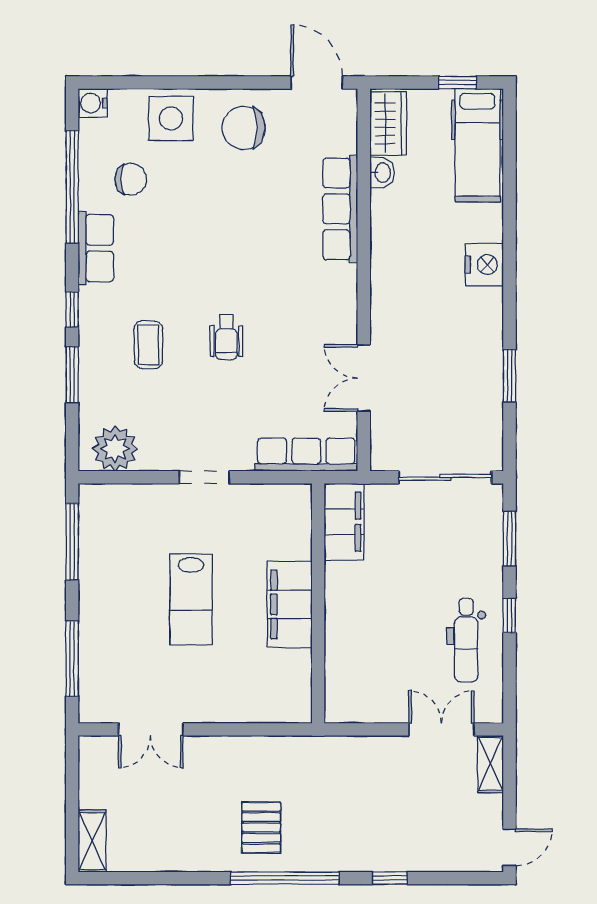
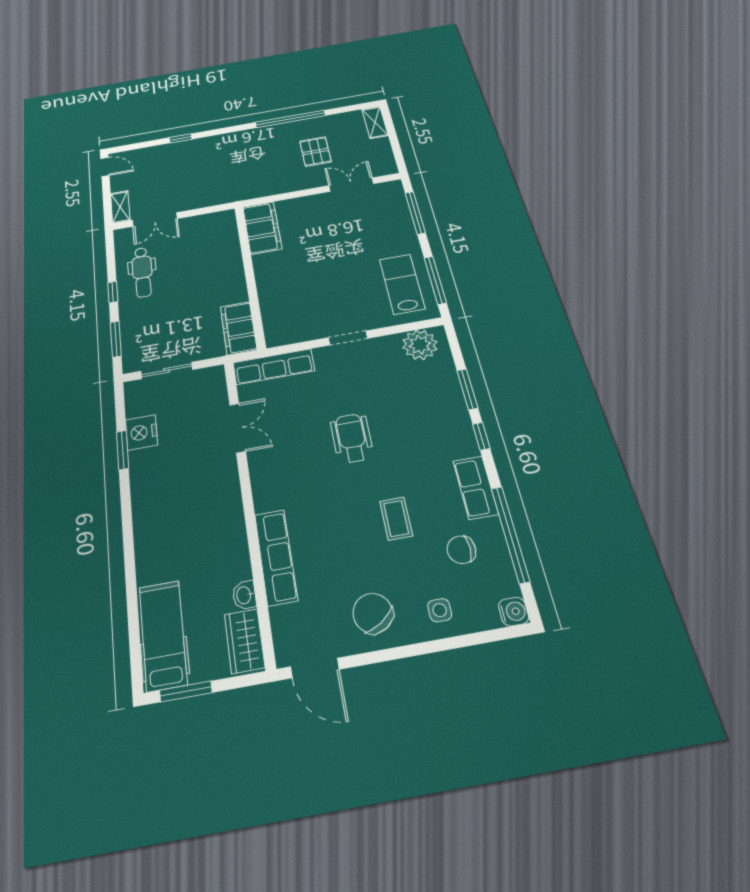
window: (458, 83) -> (186, 691), width x1.50
side table: (171, 118) -> (440, 610), width x0.54, depth x0.54
chair: (244, 128) -> (373, 613), turned -123
nightstand: (484, 265) -> (141, 432), moved
wheelchair: (226, 337) -> (352, 438), width x1.36, depth x1.37
coffee table: (148, 345) -> (396, 519), moved
sliding door: (445, 477) -> (167, 370), width x0.73
lab bench: (191, 599) -> (402, 284), moved
filing cabinet: (290, 604) -> (262, 228), moved
dental chair: (466, 640) -> (142, 272), turned 180
pallet: (261, 828) -> (315, 151), moved
door: (509, 847) -> (105, 167), swing flipped
window: (285, 878) -> (290, 119), moved

